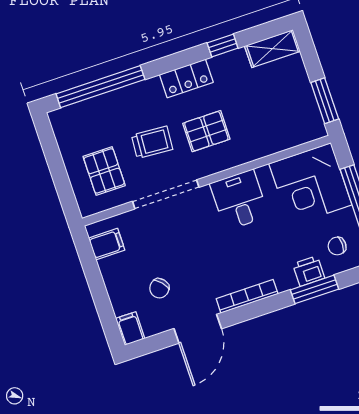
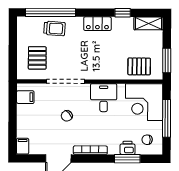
pallet: (206, 131) -> (139, 66), moved
trolley: (152, 142) -> (54, 28), moved
chair: (159, 288) -> (67, 116), moved

